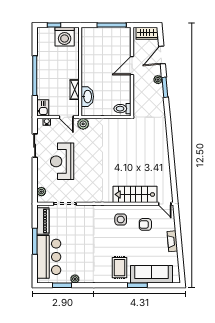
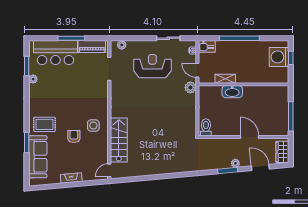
washing machine: (65, 37) -> (279, 57), moved
washbasin: (87, 97) -> (232, 92), moved
door: (66, 117) -> (197, 70), hinge flipped
armchair: (145, 224) -> (74, 137), moved

